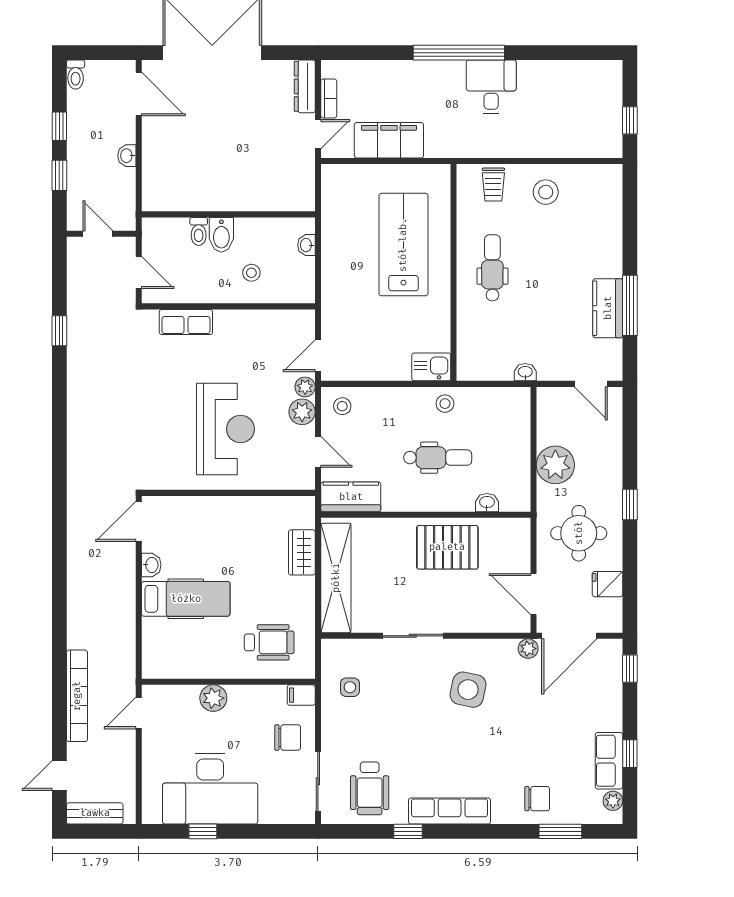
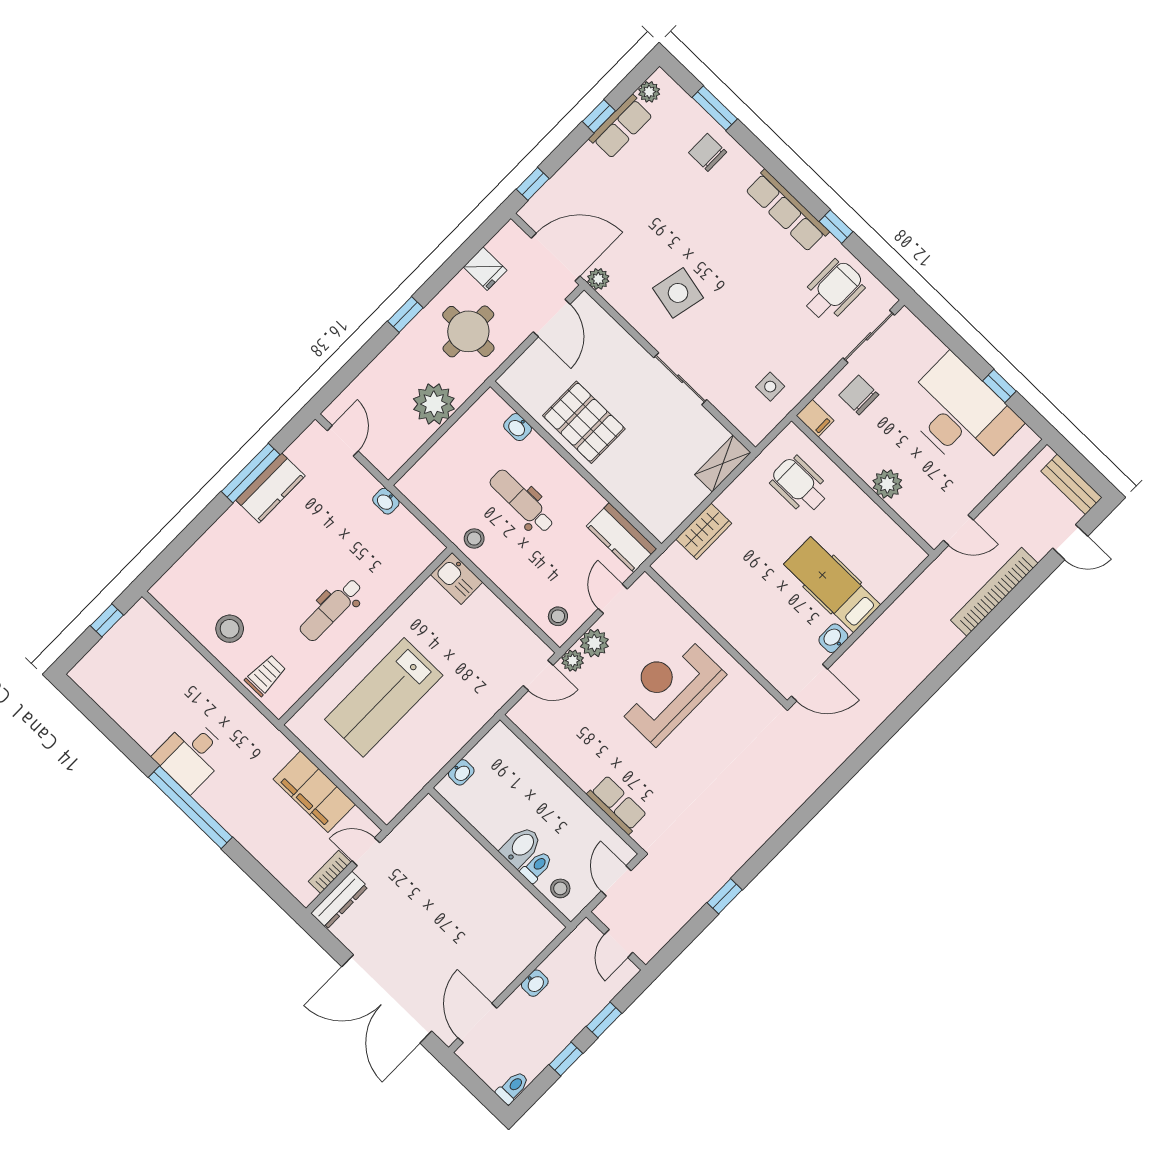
stool: (251, 273) -> (560, 888), moved
shelving: (336, 578) -> (723, 464), width x0.45, depth x0.75

